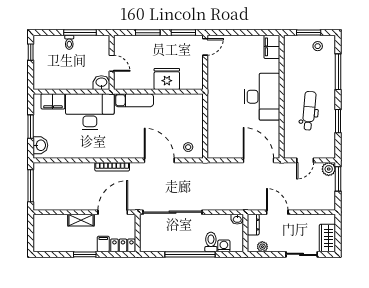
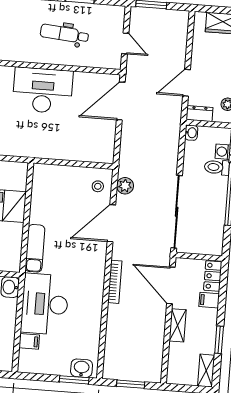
filing cabinet: (53, 101) -> (29, 341), width x0.50
window: (31, 127) -> (74, 380), moved
plant: (329, 169) -> (125, 186), moved
window: (31, 186) -> (131, 384), width x0.69
shelving: (46, 246) -> (206, 371), added
window: (85, 254) -> (219, 340), moved

